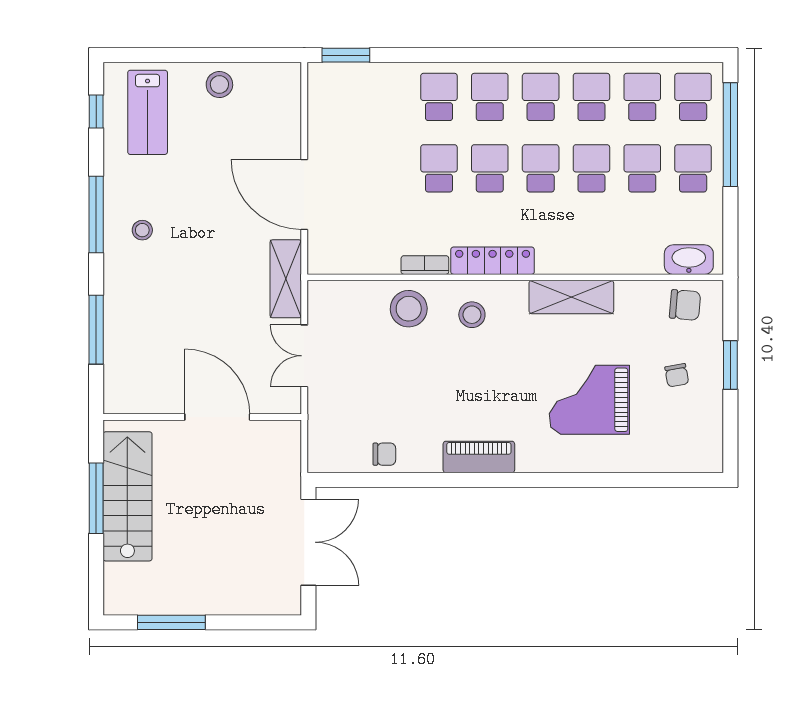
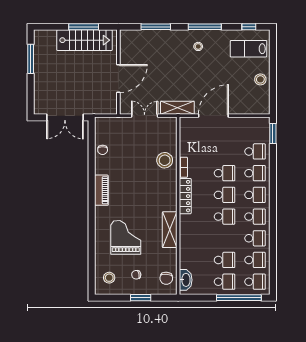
school desk: (591, 168) -> (255, 151), moved
stool: (472, 315) -> (109, 278), moved

